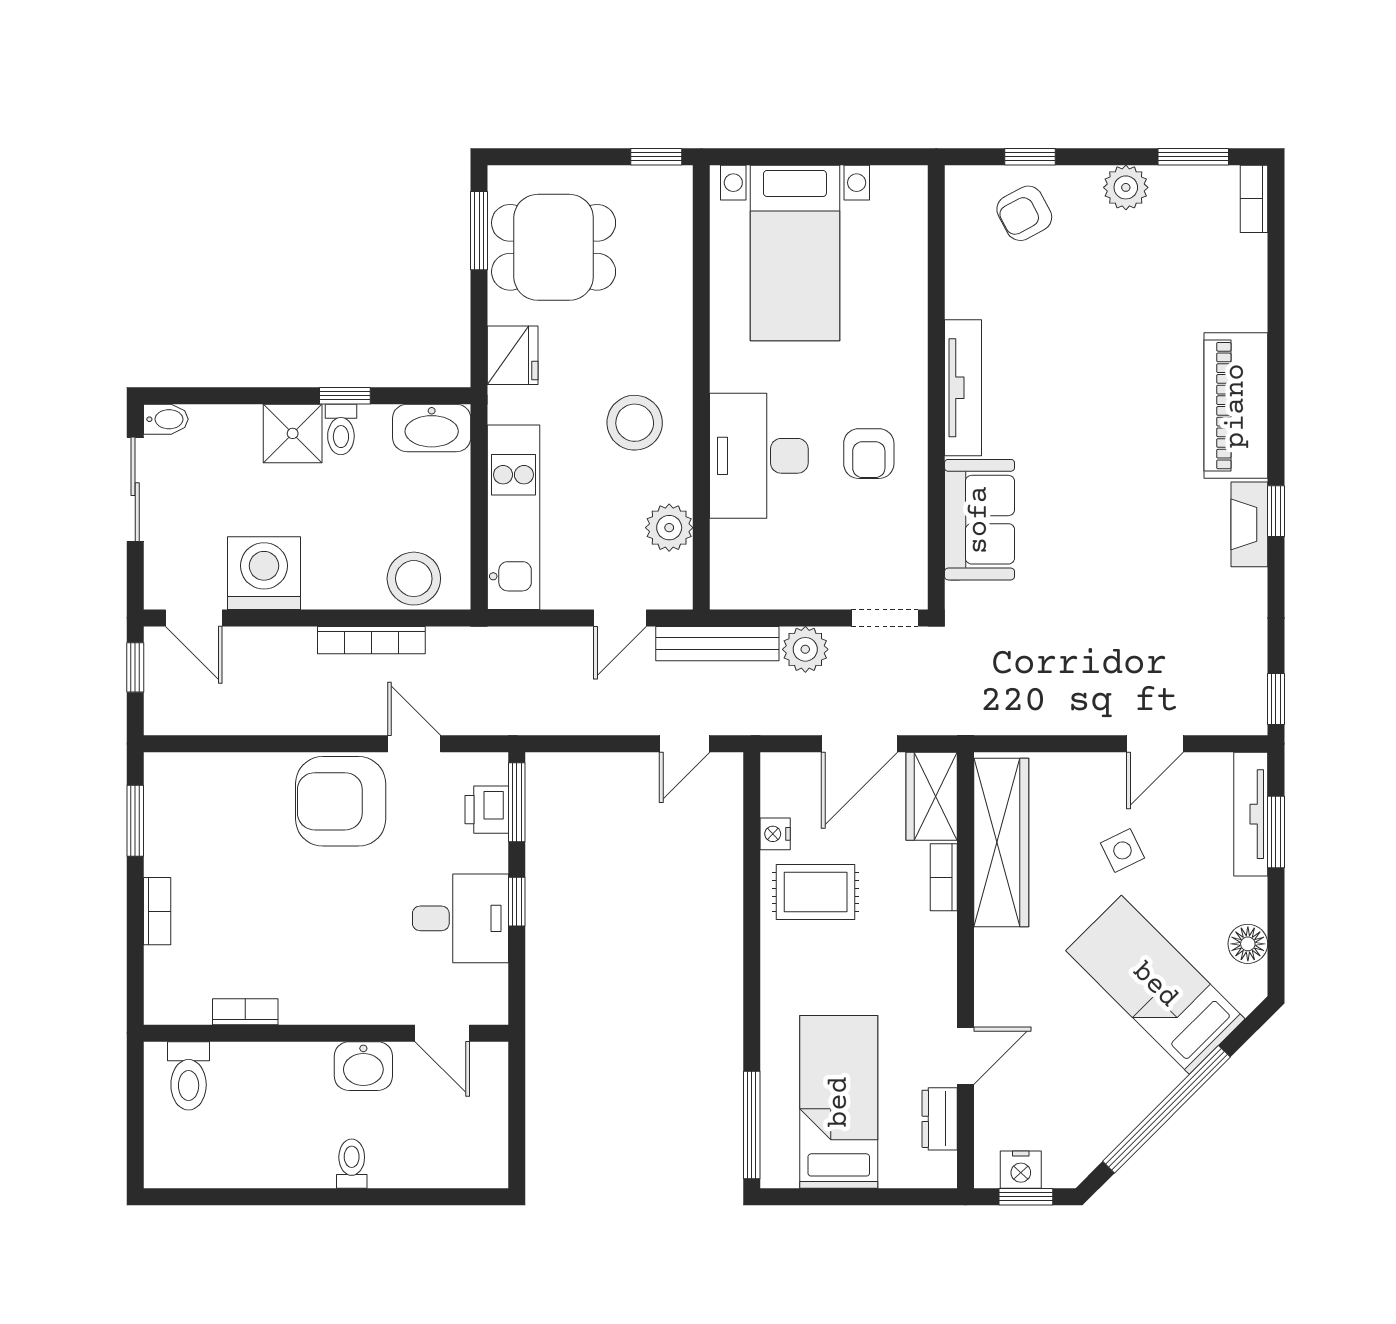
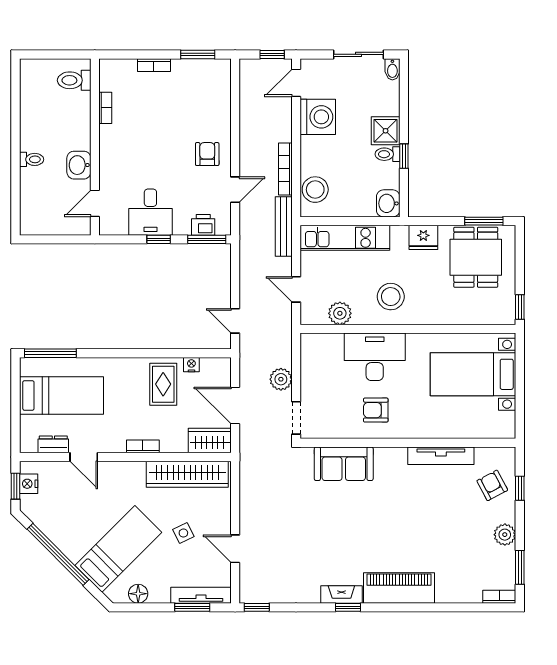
tv unit: (963, 388) -> (441, 456), moved
washbasin: (432, 428) -> (388, 203), width x0.72
bench: (717, 644) -> (284, 226), moved
armchair: (341, 801) -> (207, 154), width x0.53, depth x0.53
bookcase: (944, 877) -> (143, 446), moved

